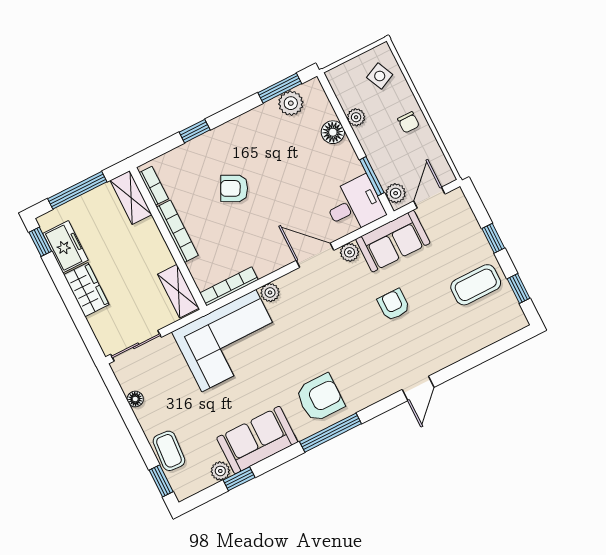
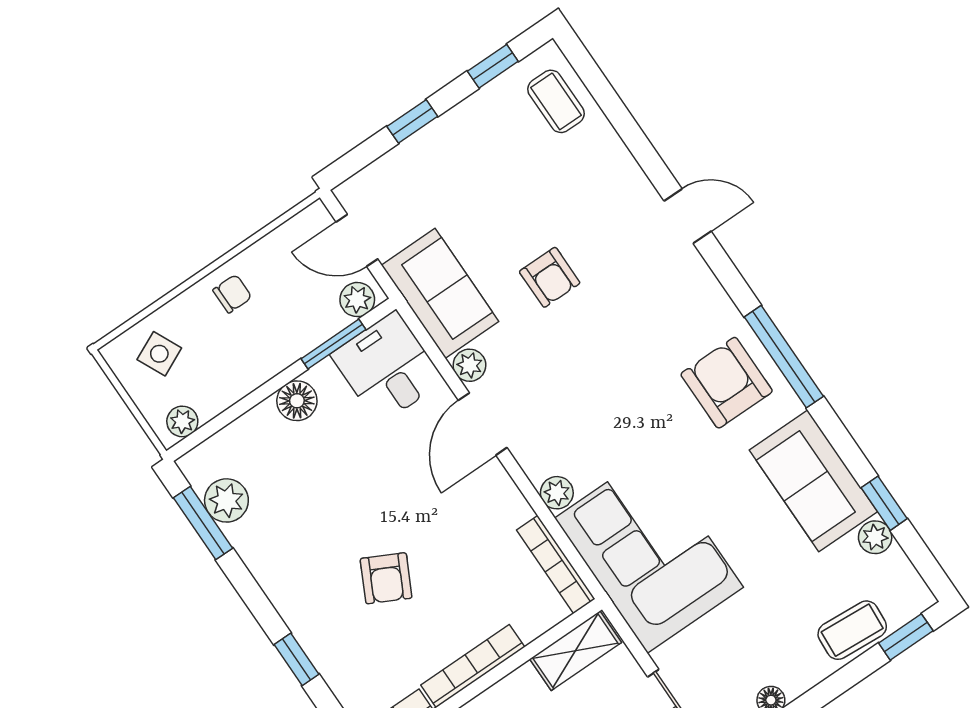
plant: (356, 117) -> (182, 421), moved
floor lamp: (333, 132) -> (297, 401), moved
coffee table: (476, 285) -> (556, 101), moved, width x0.73, depth x0.77
armchair: (394, 305) -> (550, 277), turned -90

